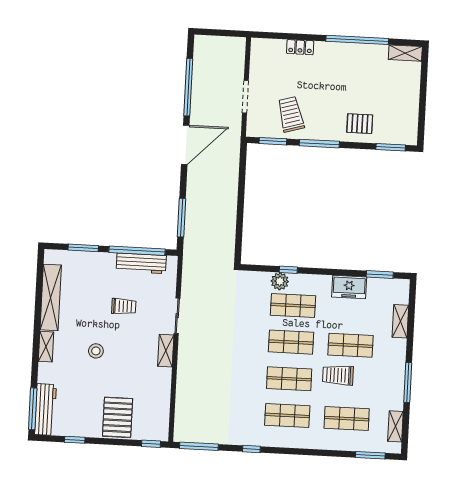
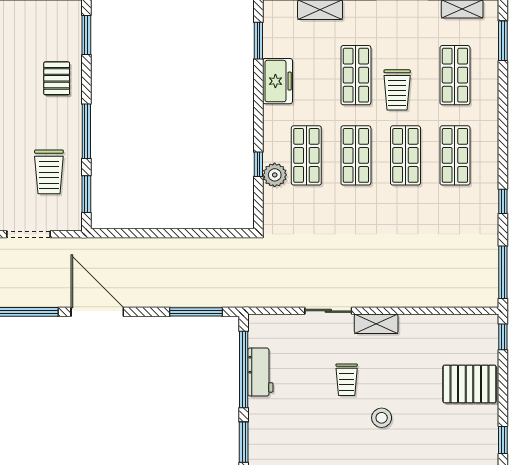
trolley: (291, 114) -> (49, 172), turned -74
workbench: (141, 263) -> (260, 372), width x0.73
trolley: (124, 306) -> (347, 380), moved, turned 180

